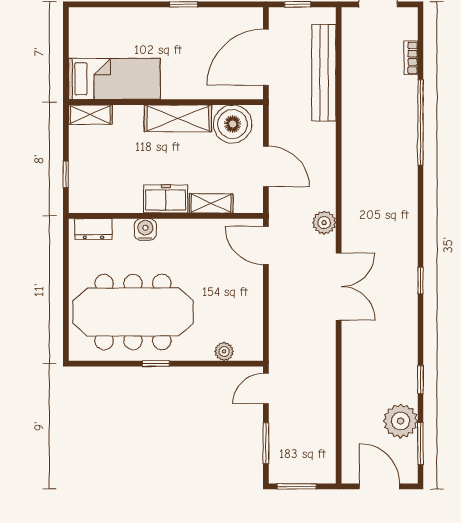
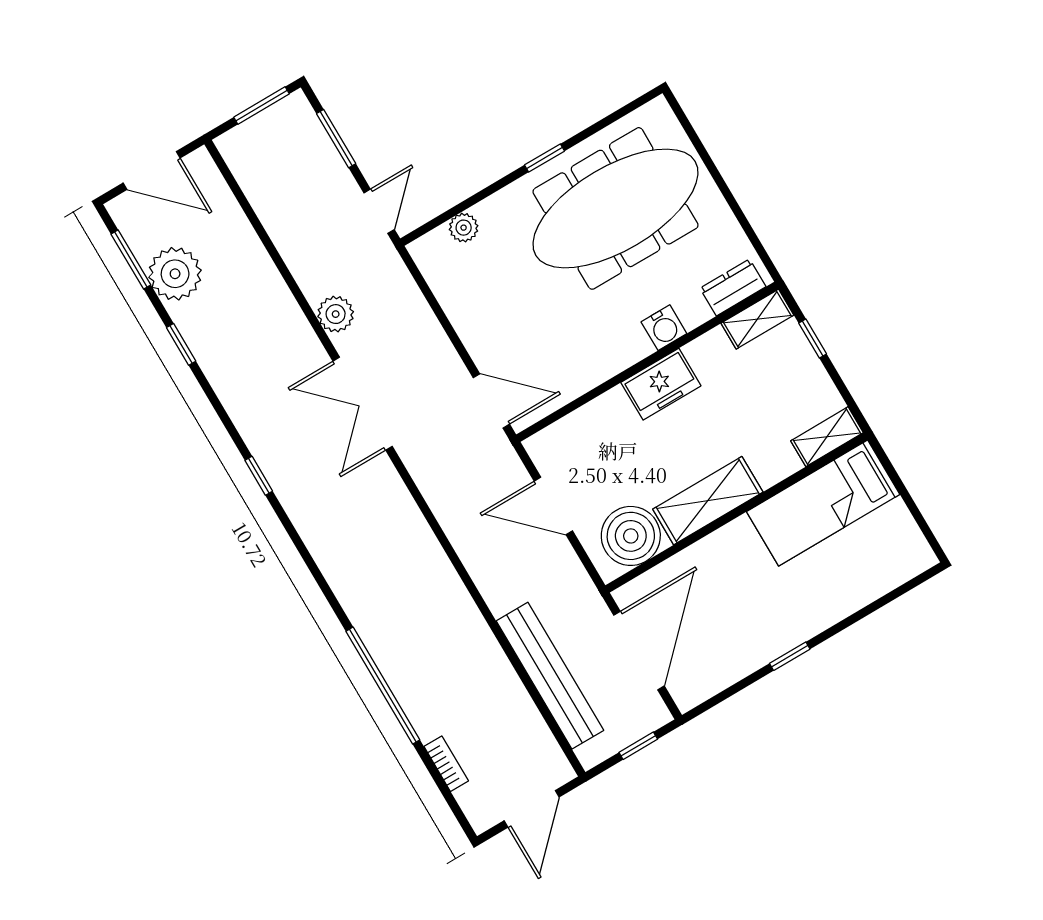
shelving: (211, 203) -> (757, 319), moved
plant: (324, 223) -> (336, 314), moved

